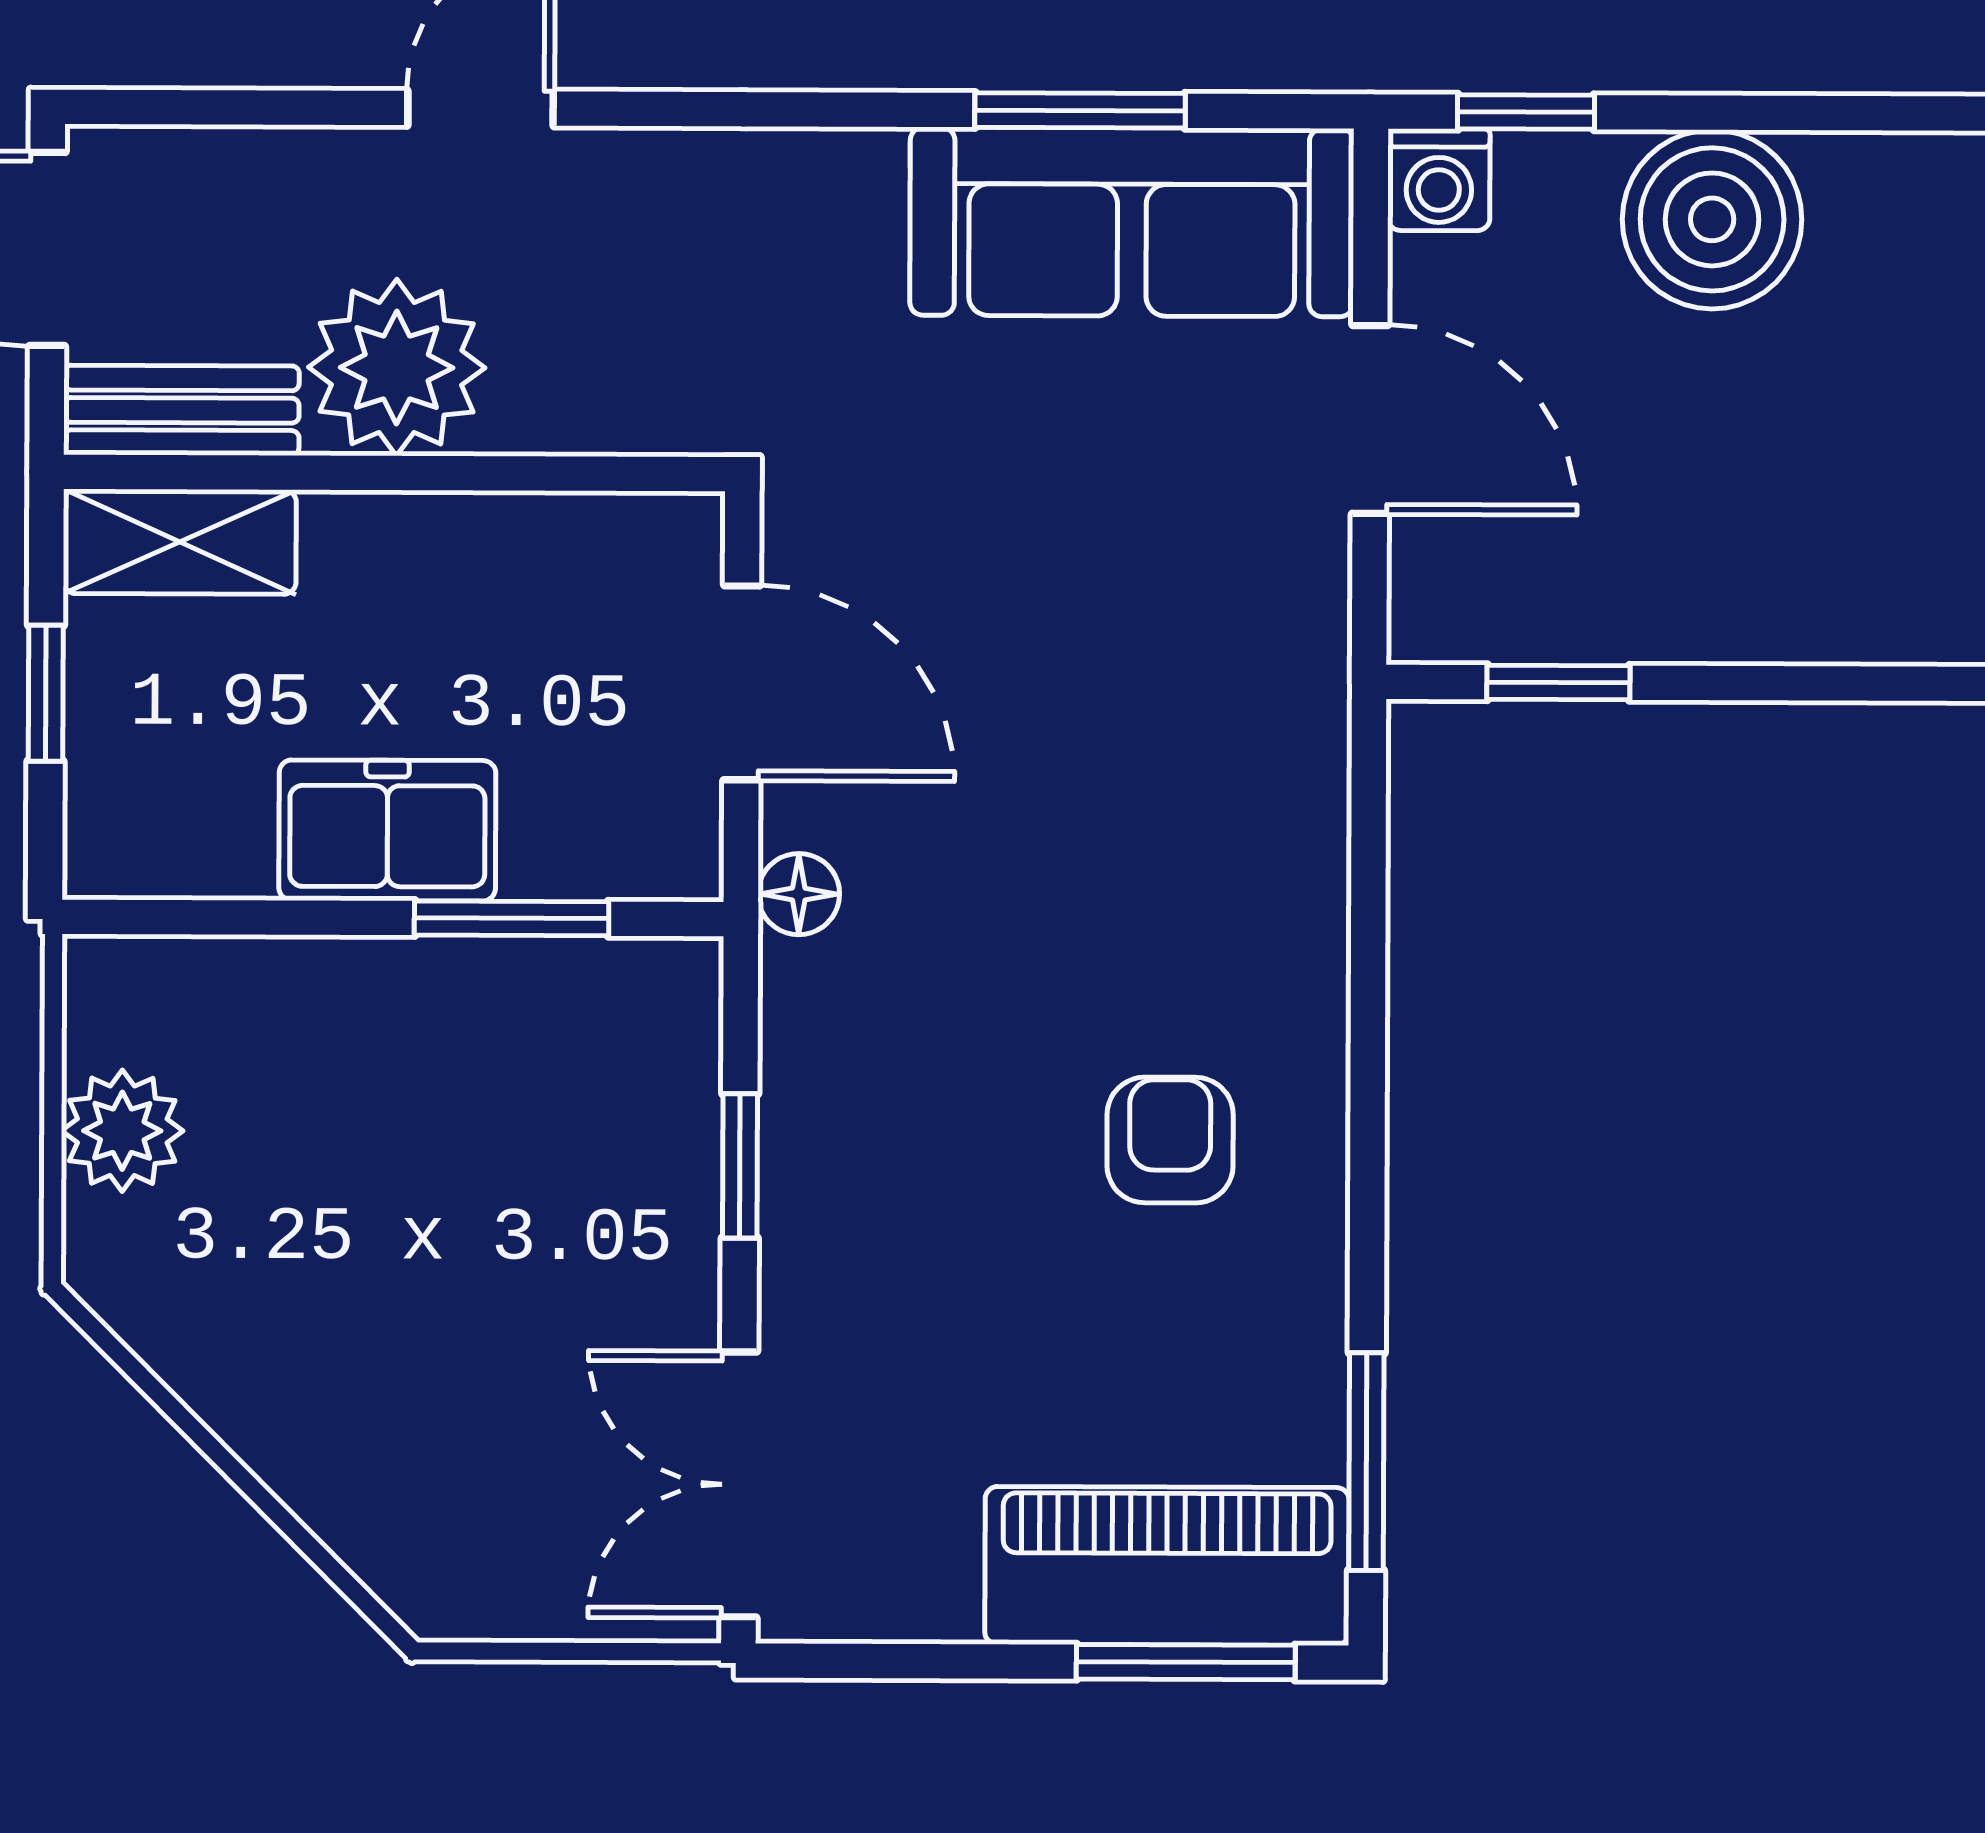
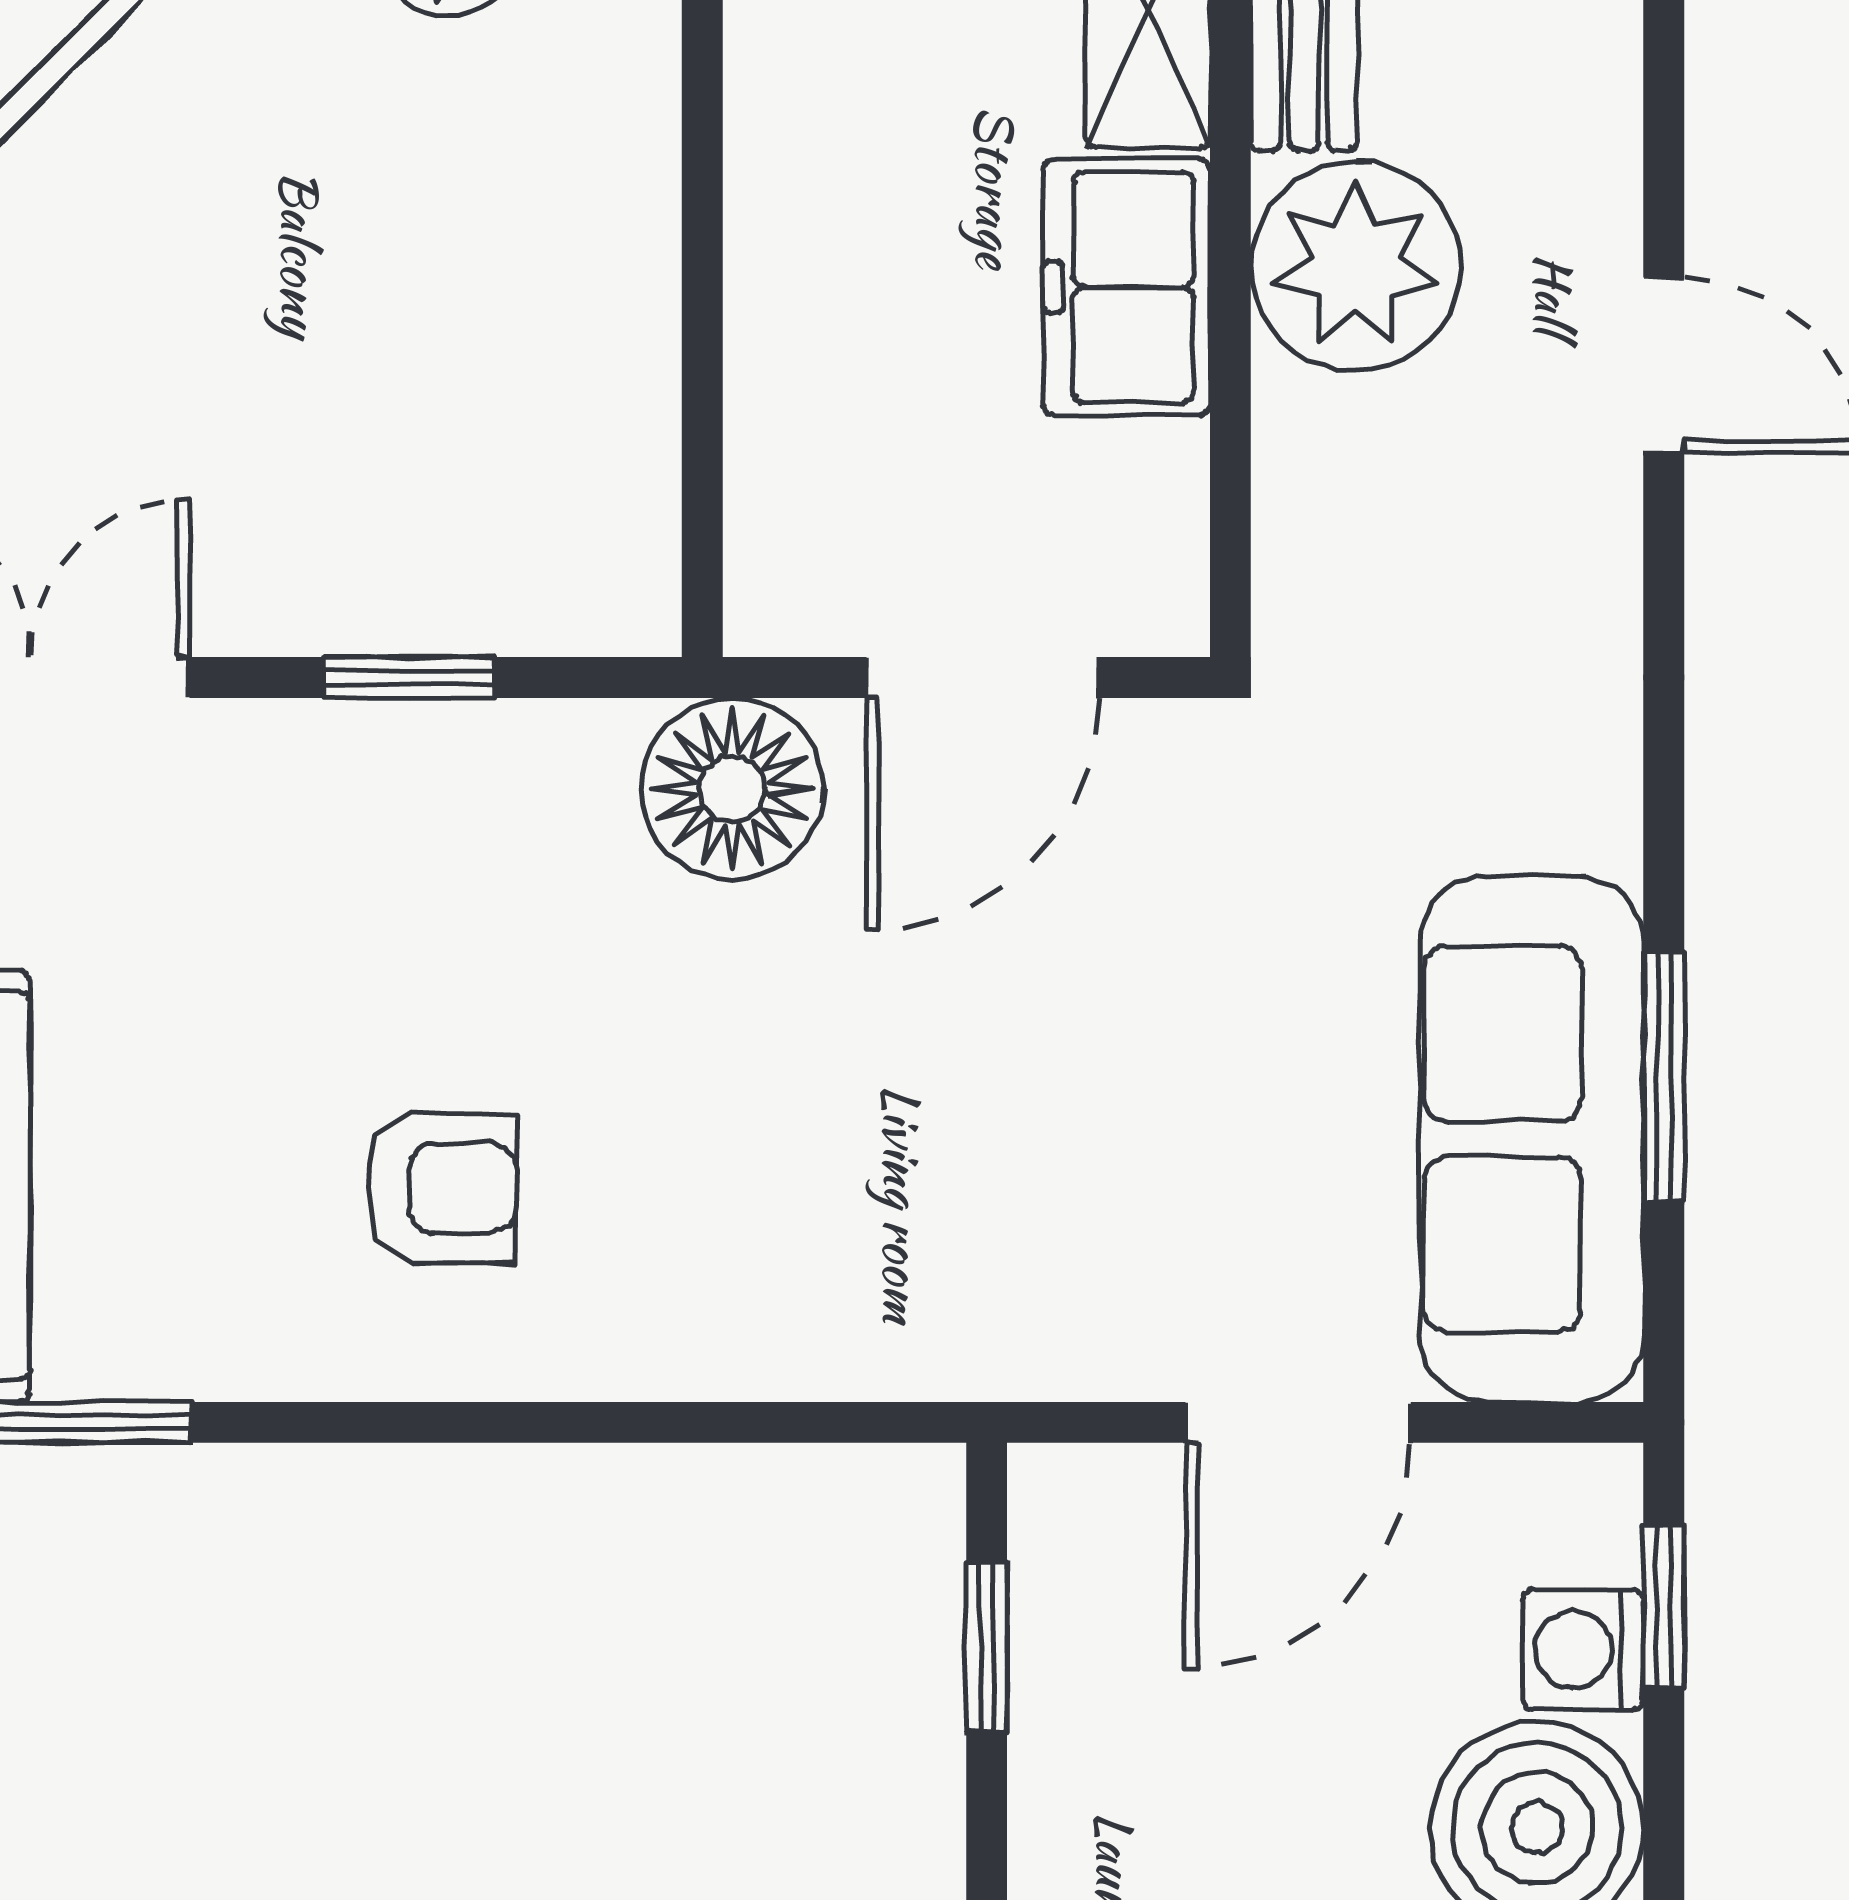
washing machine: (1439, 180) -> (1583, 1650), moved
freezer: (387, 830) -> (1127, 287), moved, turned 180
floor lamp: (799, 894) -> (732, 789), width x1.89, depth x1.89
window: (512, 918) -> (702, 405), removed

